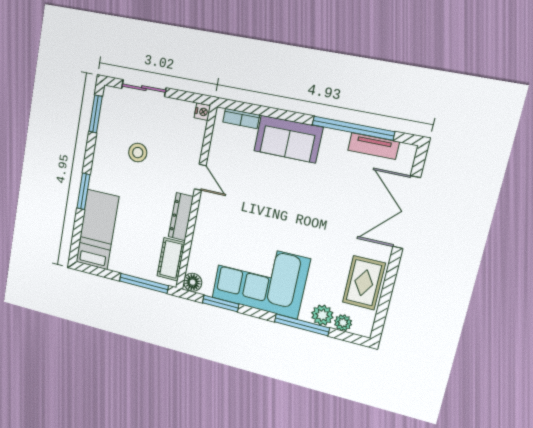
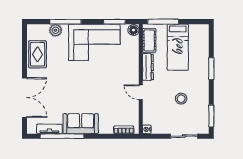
sofa: (288, 139) -> (81, 124), moved
bed: (97, 230) -> (178, 47), moved
plant: (343, 323) -> (43, 29), removed

